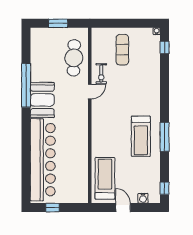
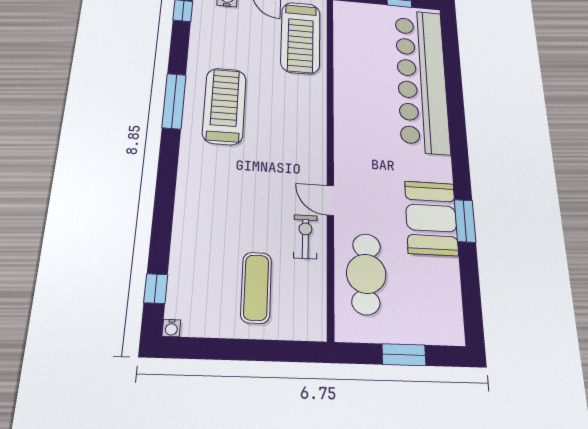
window: (26, 85) -> (465, 221), width x0.47
door: (90, 92) -> (330, 200), hinge flipped
booth: (42, 100) -> (431, 218), moved

